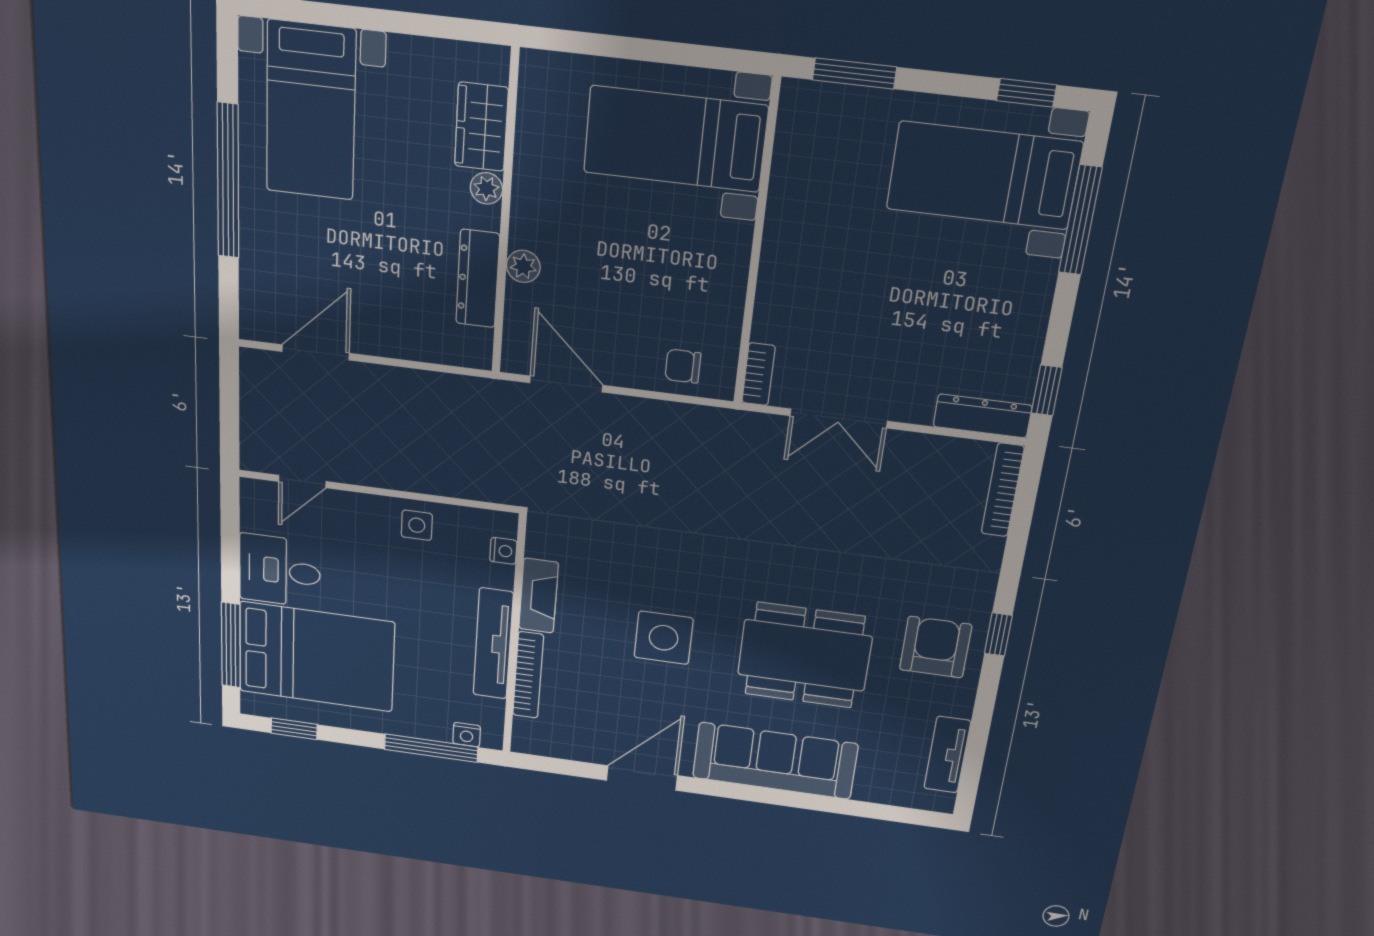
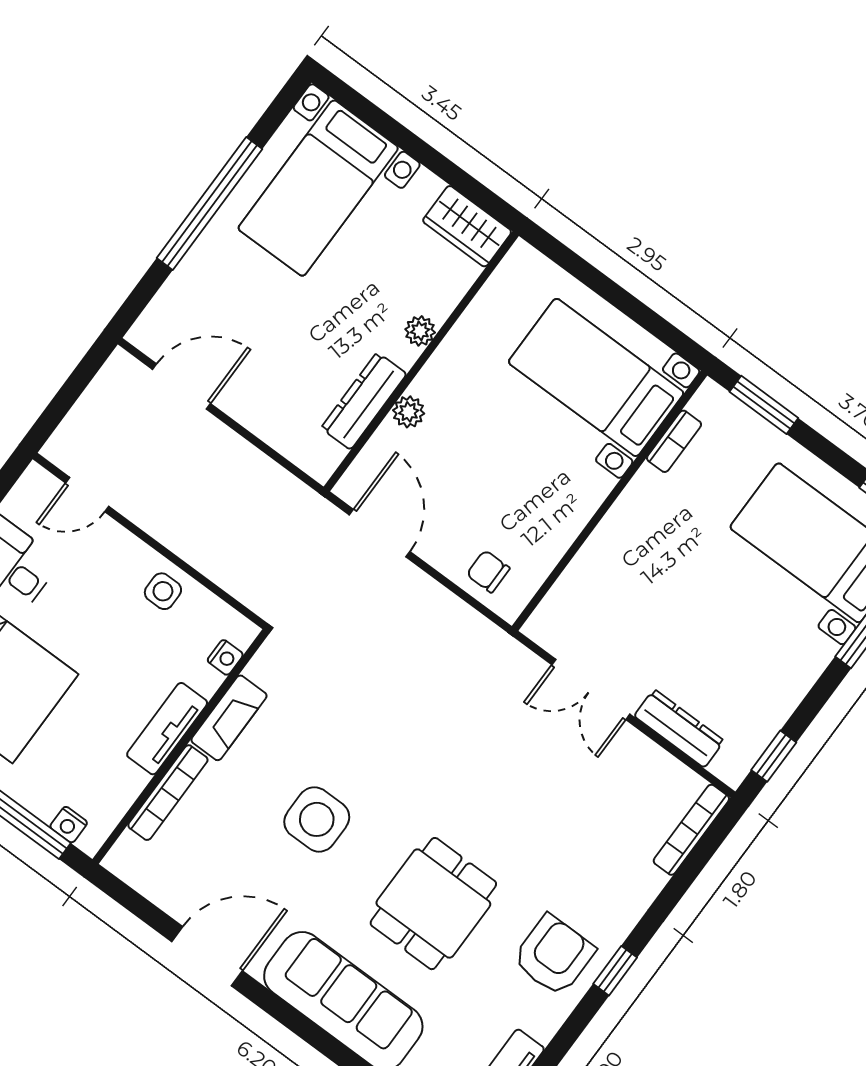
wardrobe: (481, 127) -> (467, 226), moved, turned -90
bookcase: (758, 374) -> (674, 441), moved
dresser: (983, 416) -> (679, 728), moved
tv unit: (493, 644) -> (167, 729), width x0.71
dining table: (805, 655) -> (433, 904), width x0.73

